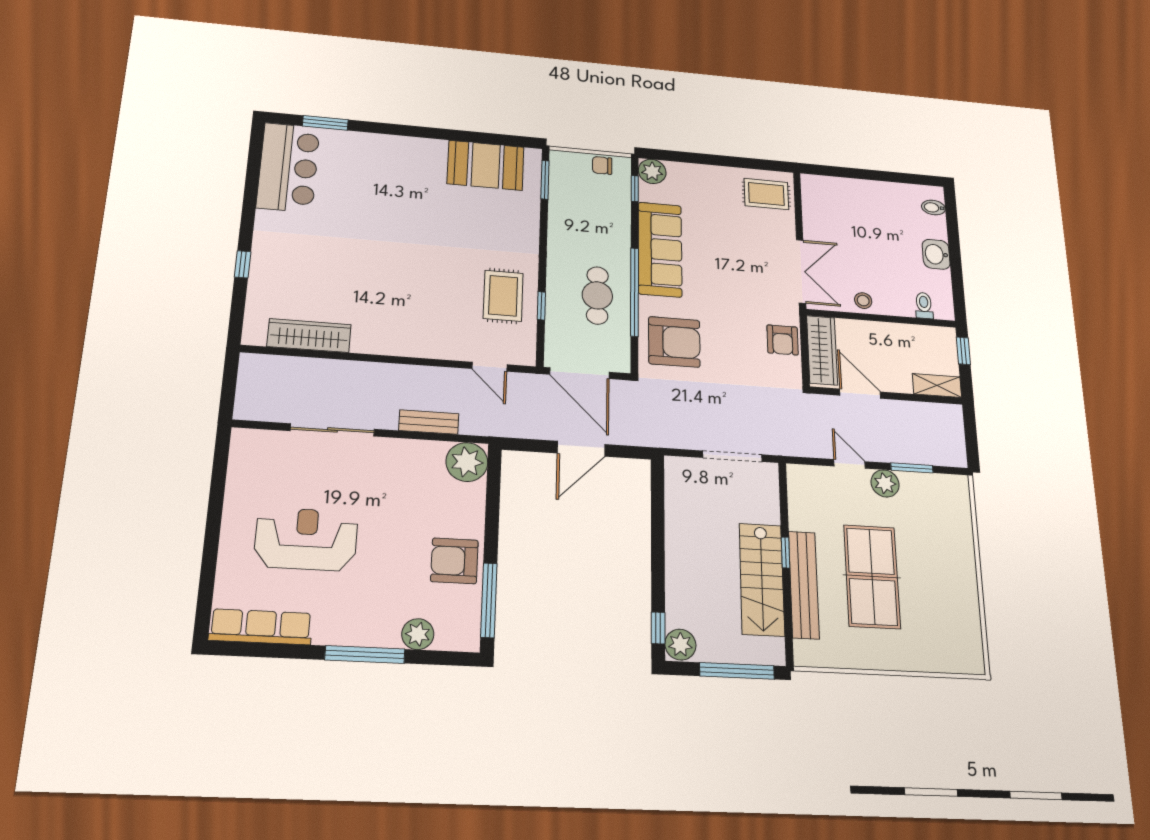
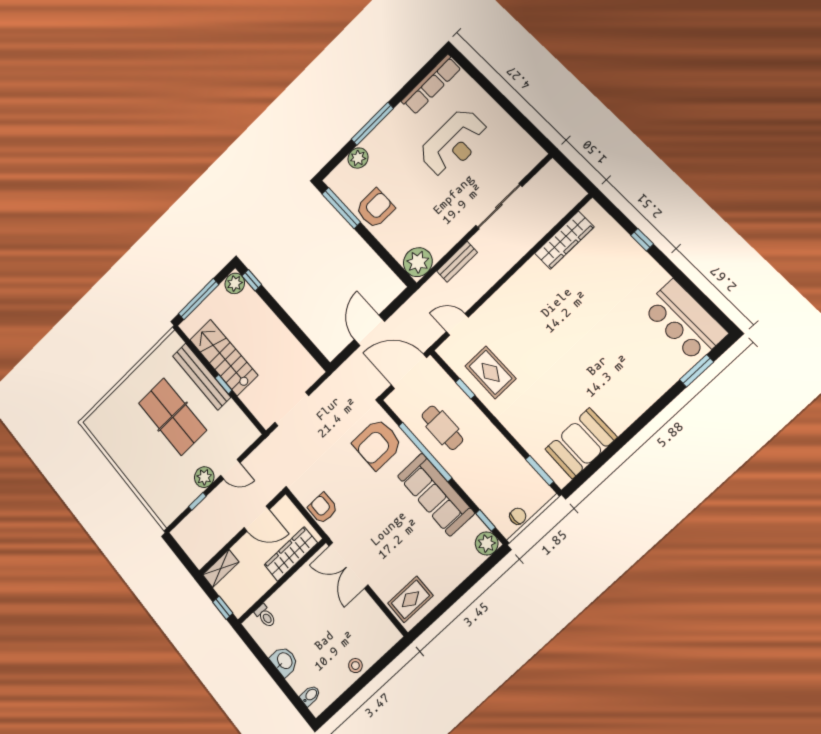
stool: (863, 301) -> (355, 666), moved
wardrobe: (822, 350) -> (291, 554), moved, turned 90
window: (912, 468) -> (197, 501), width x0.67

